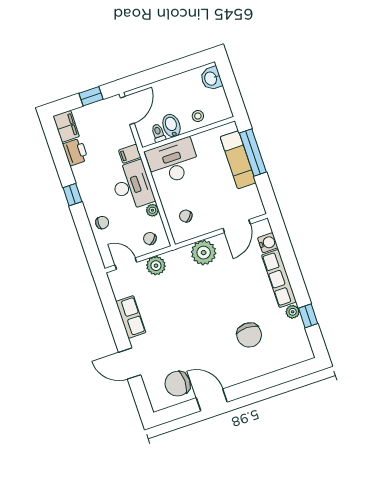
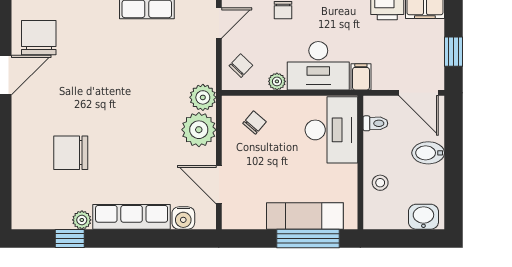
bidet: (171, 126) -> (428, 153), moved, turned 180
plant: (156, 266) -> (203, 97), moved

